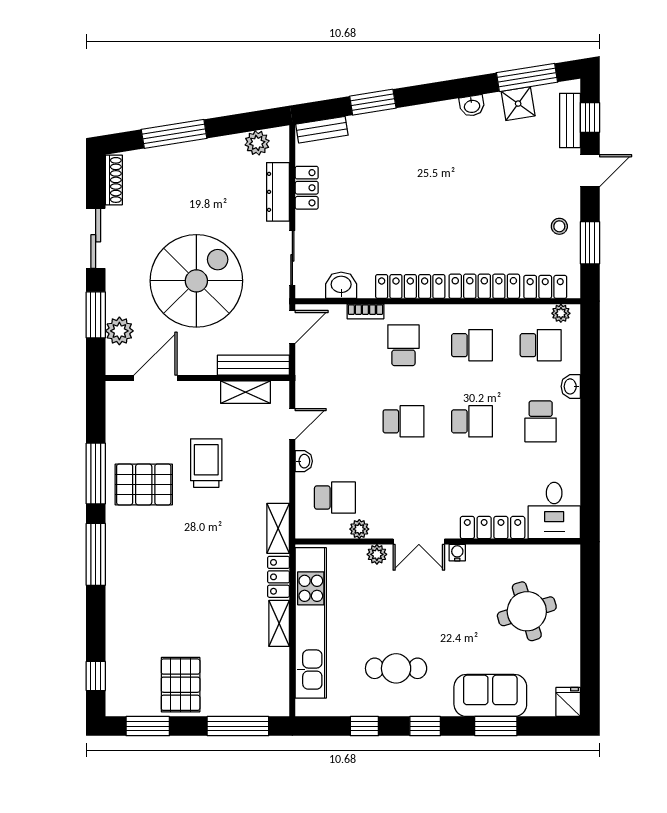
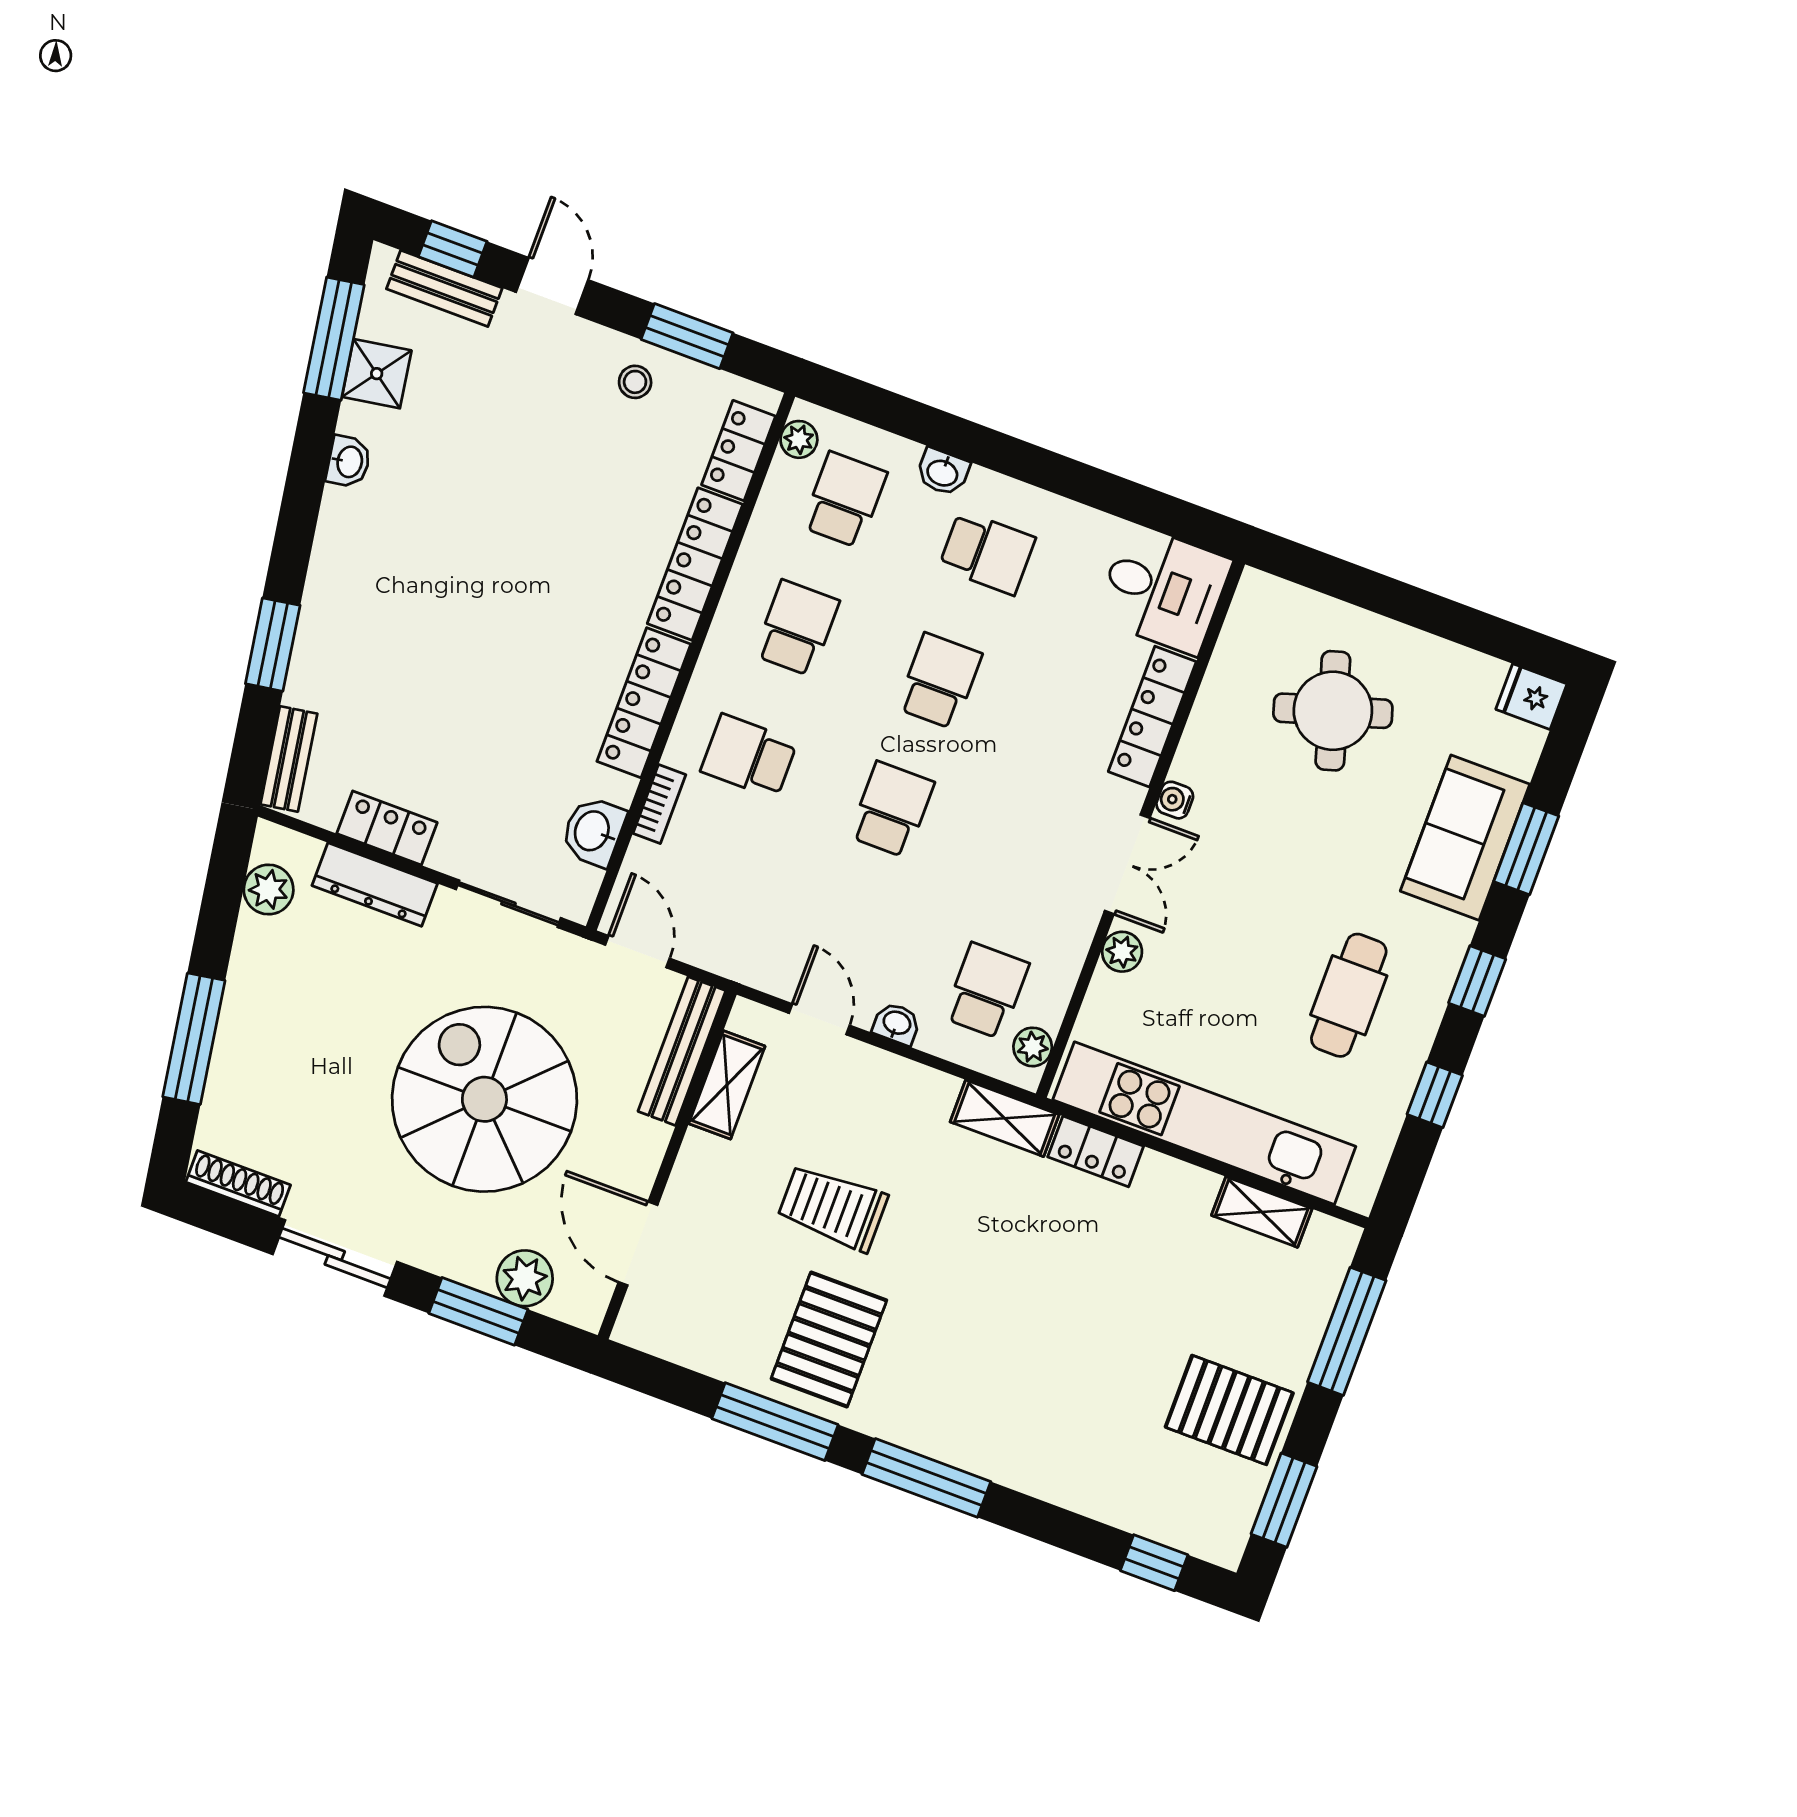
plant: (359, 529) -> (1033, 1047), moved
shelving: (279, 623) -> (1262, 1212), moved

